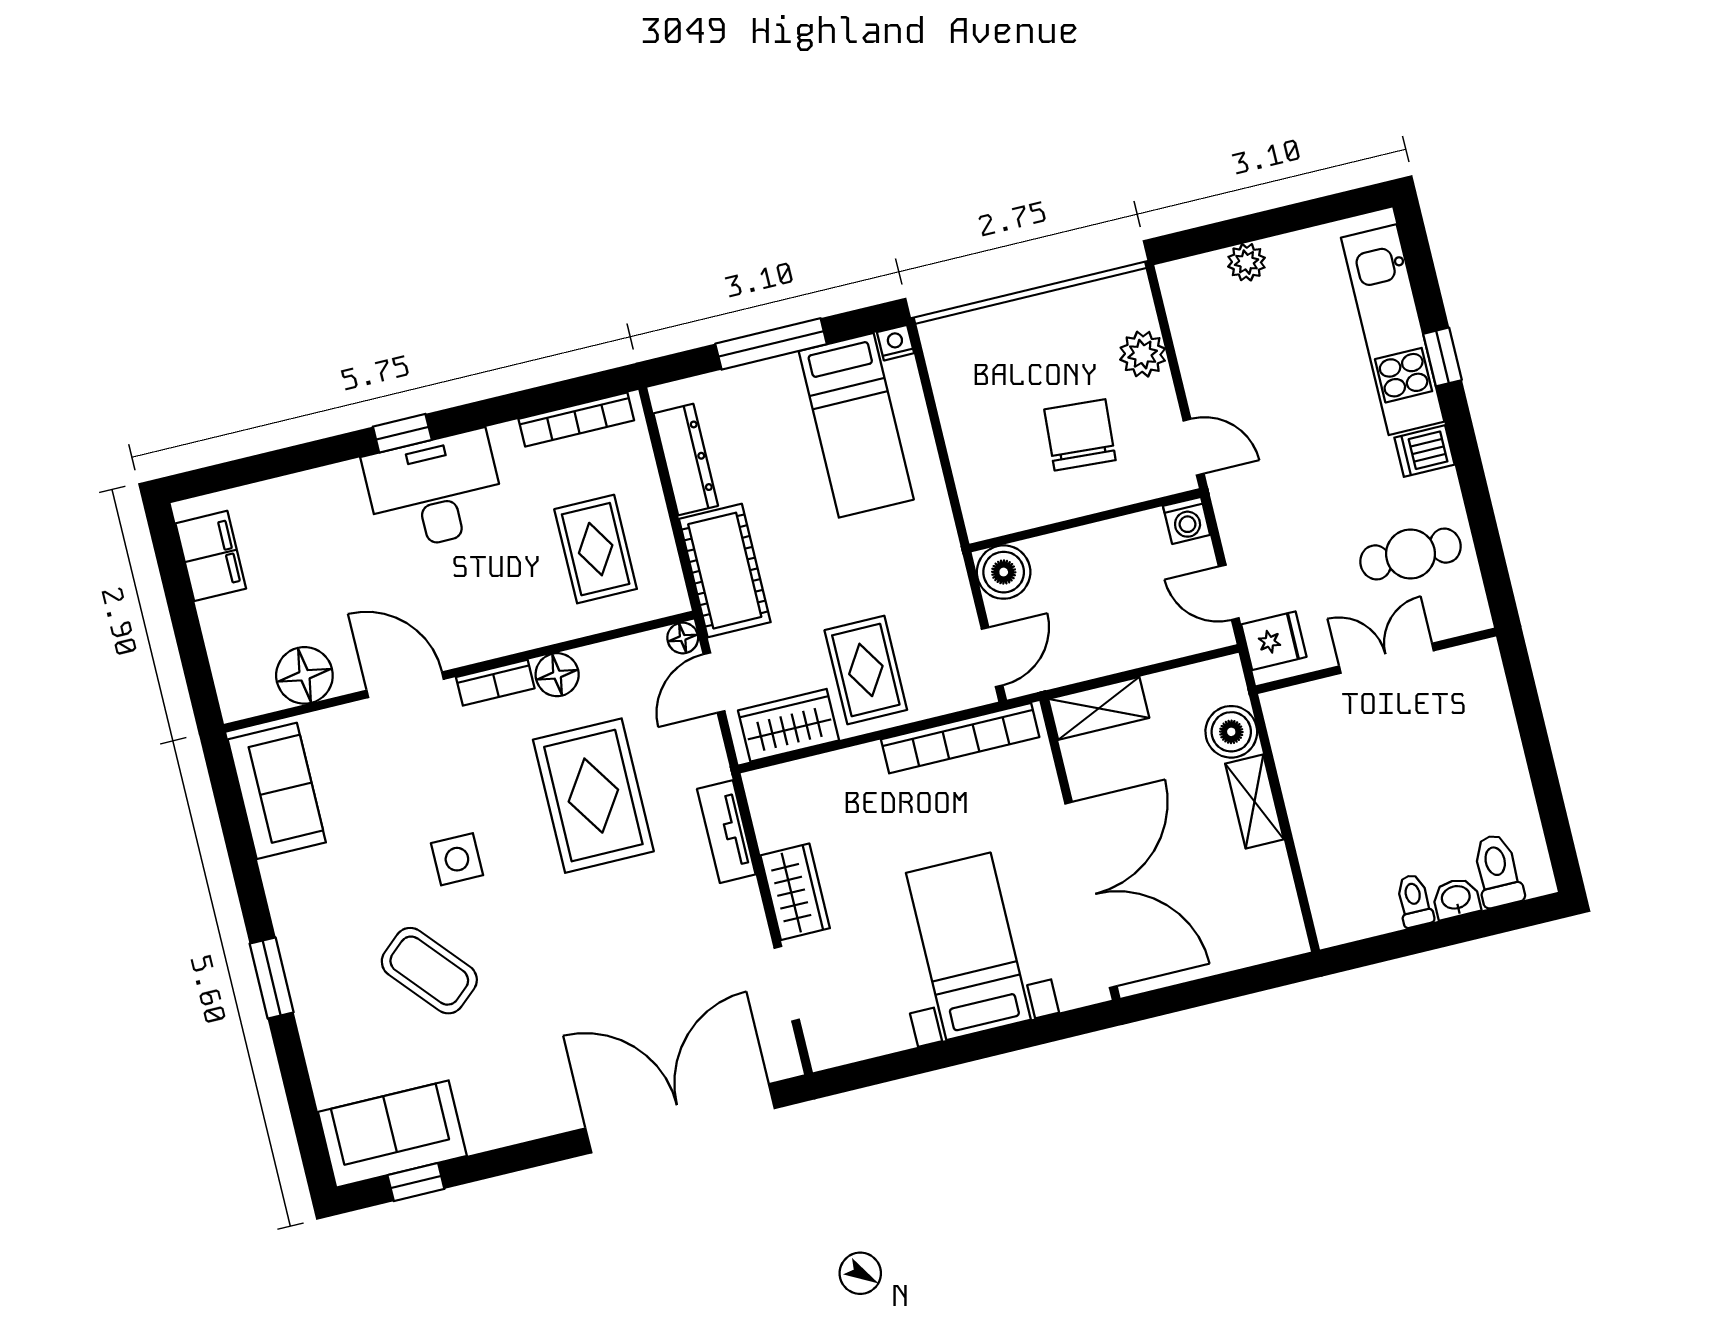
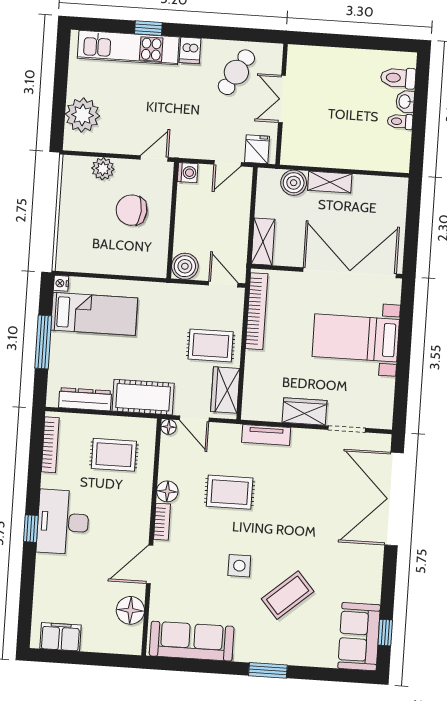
plant: (1246, 262) -> (83, 115), width x1.87, depth x1.87
cafe table: (1411, 554) -> (236, 72), turned 30
sofa: (277, 791) -> (192, 641), width x1.36
rug: (593, 796) -> (230, 492), width x0.73, depth x0.70

